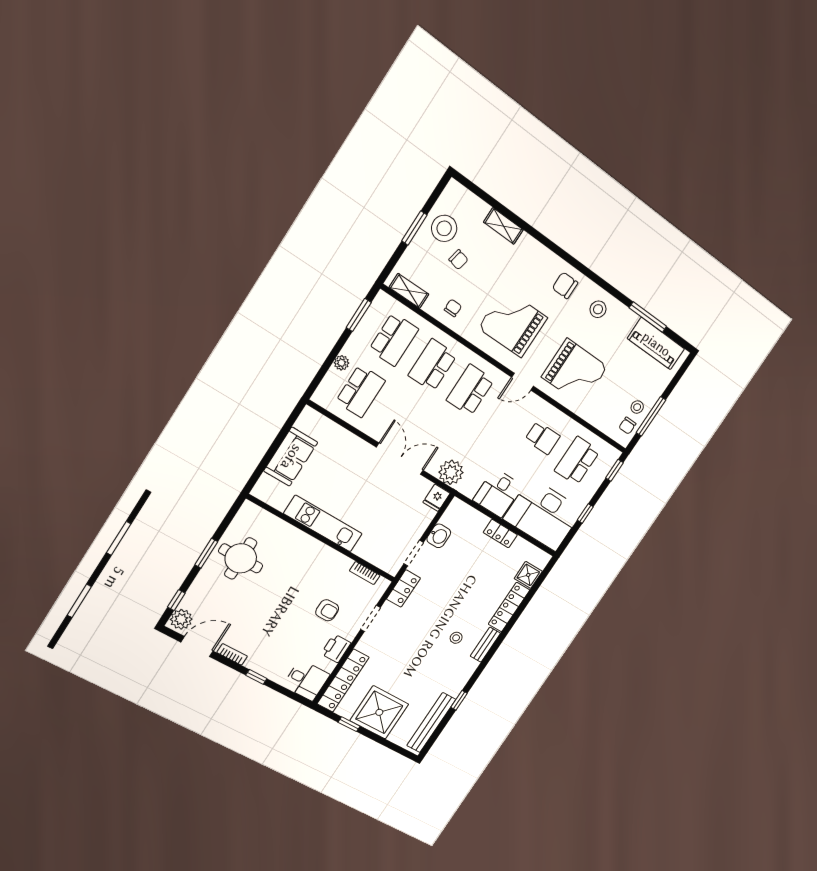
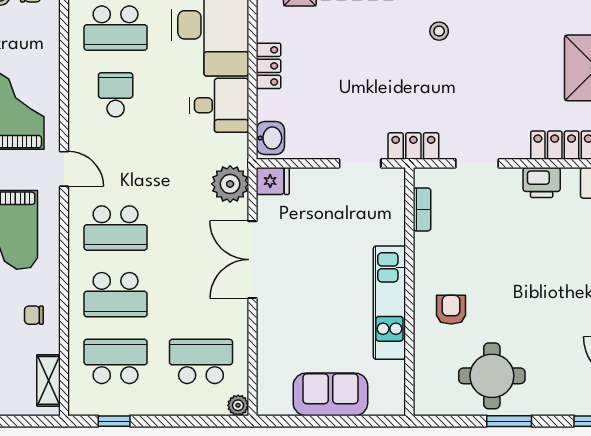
window: (359, 315) -> (114, 421), width x0.67
plant: (342, 363) -> (238, 405), moved
washbasin: (439, 536) -> (270, 138), moved, turned 90
armchair: (327, 610) -> (451, 310), moved

